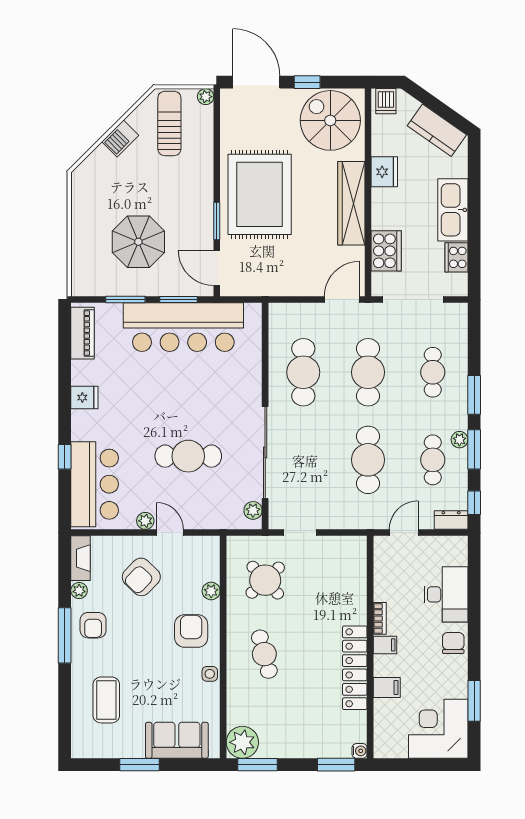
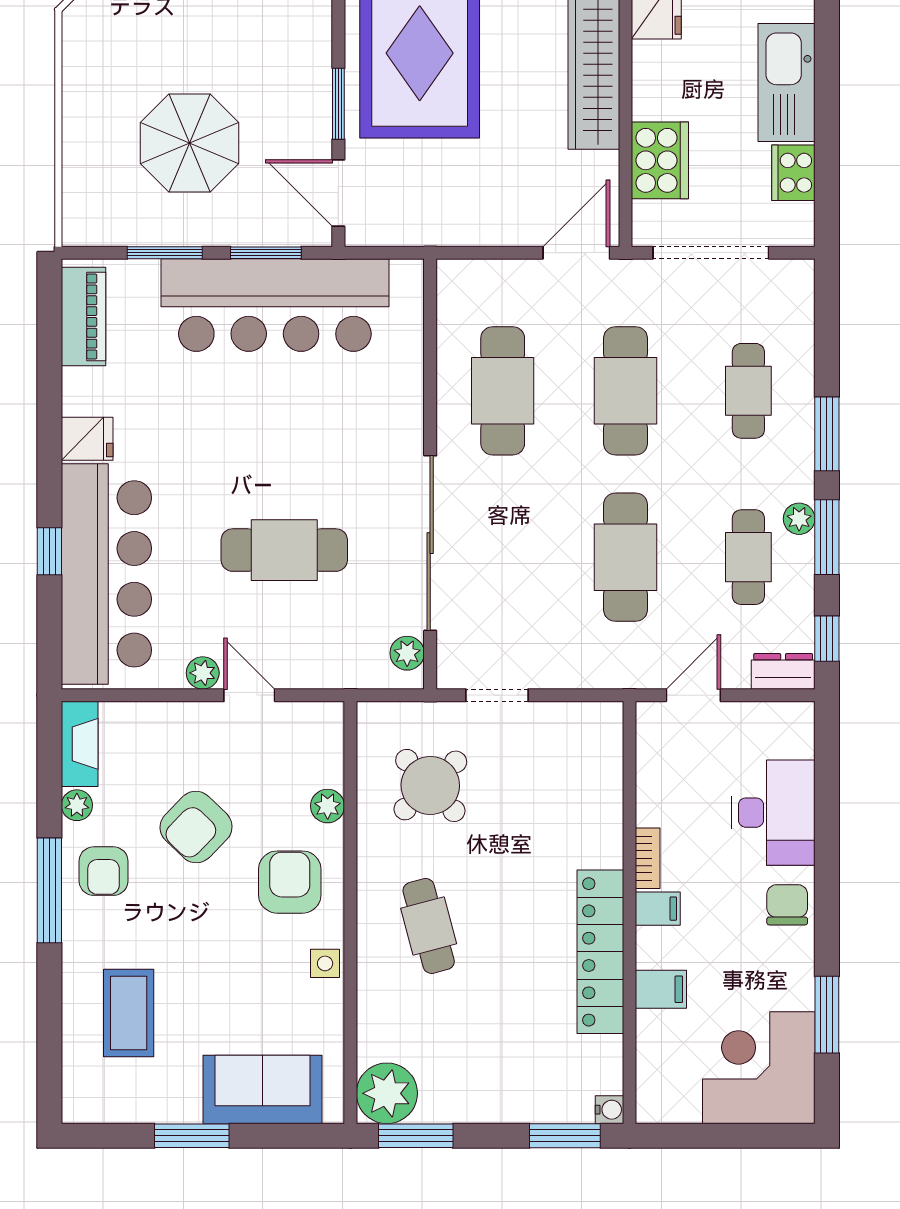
bar counter: (95, 484) -> (106, 574), width x1.36
armchair: (141, 577) -> (196, 827), moved

